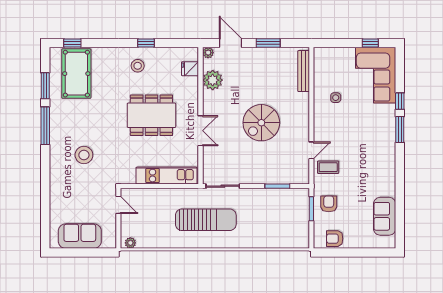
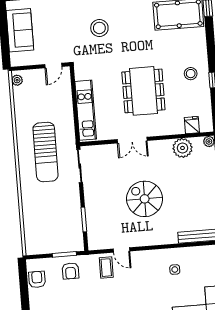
armchair: (329, 204) -> (70, 271), turned 90

